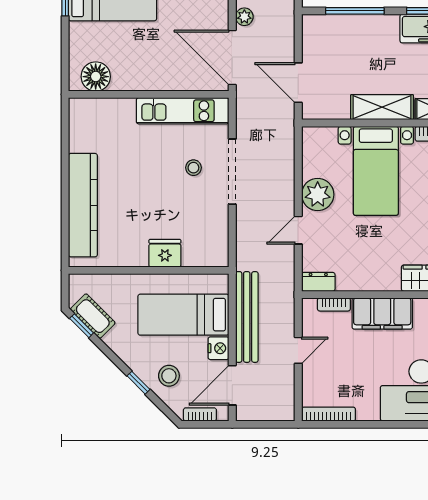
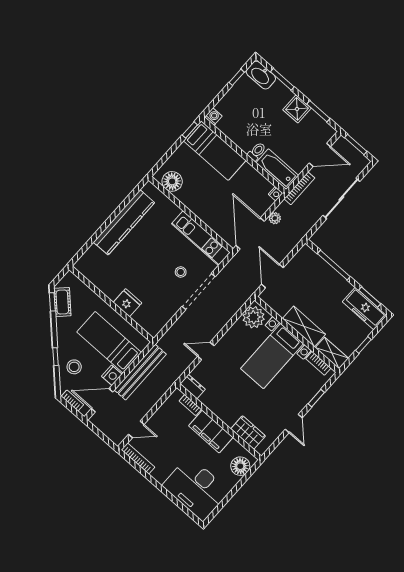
plant: (318, 195) -> (254, 317), moved
kitchen counter: (83, 205) -> (124, 222), moved
door: (298, 350) -> (136, 429), moved

